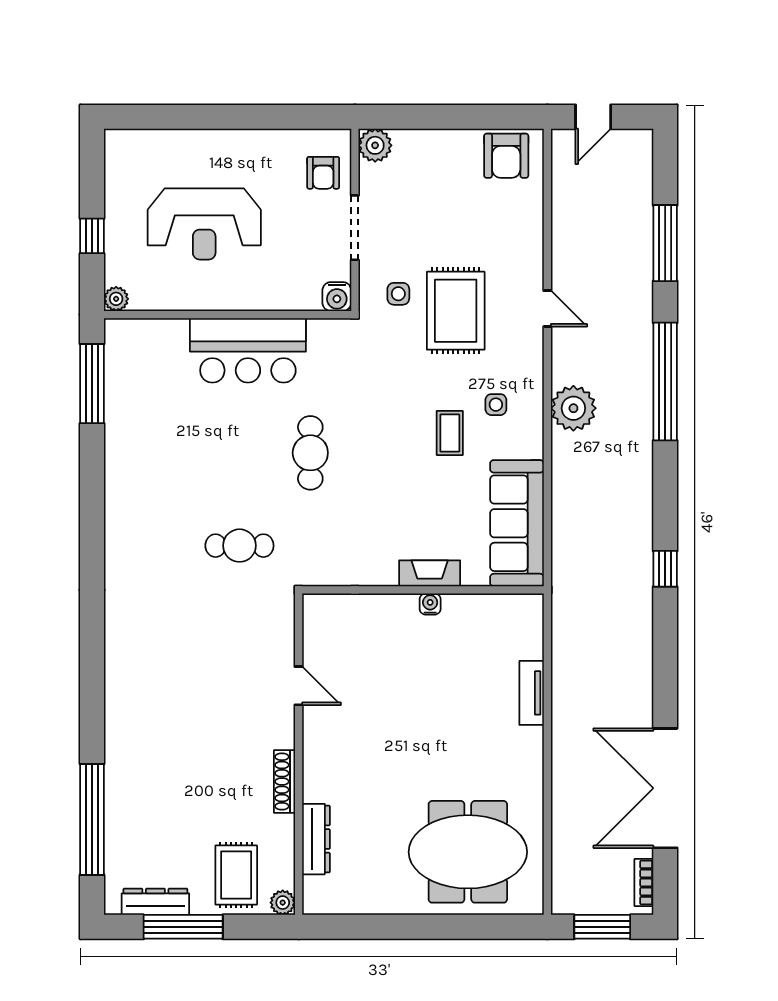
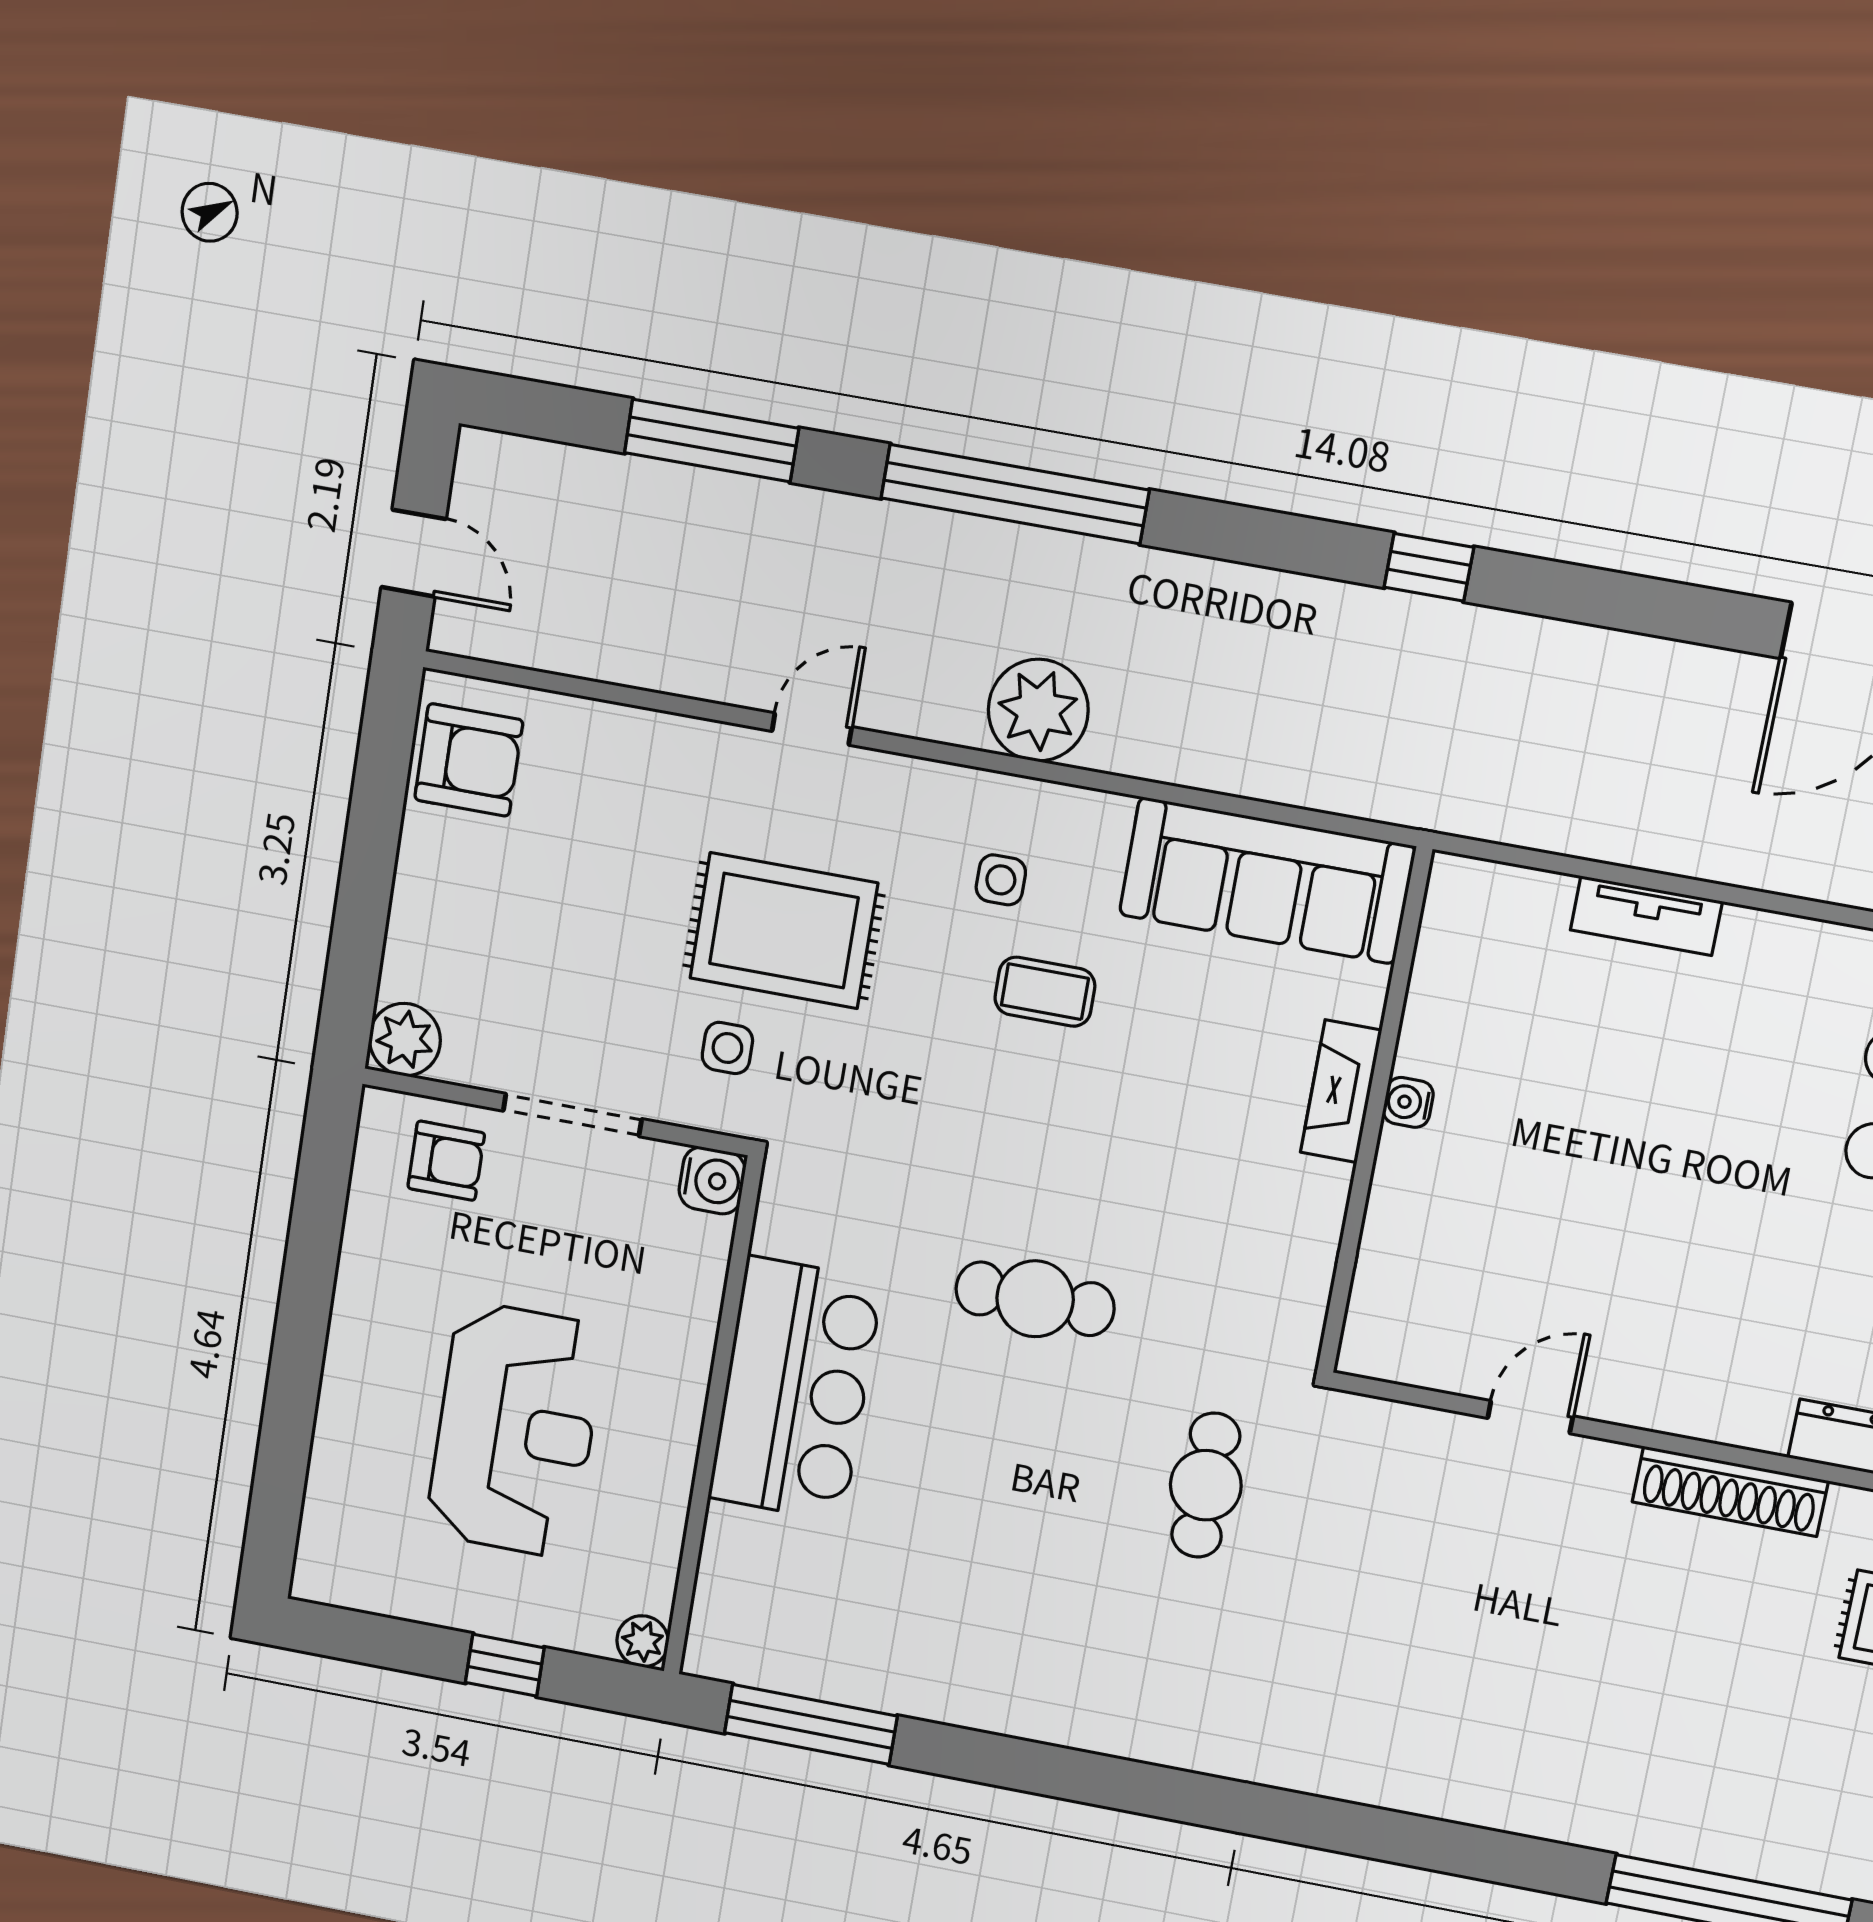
shoe rack: (284, 781) -> (1730, 1491), width x1.36, depth x1.24

